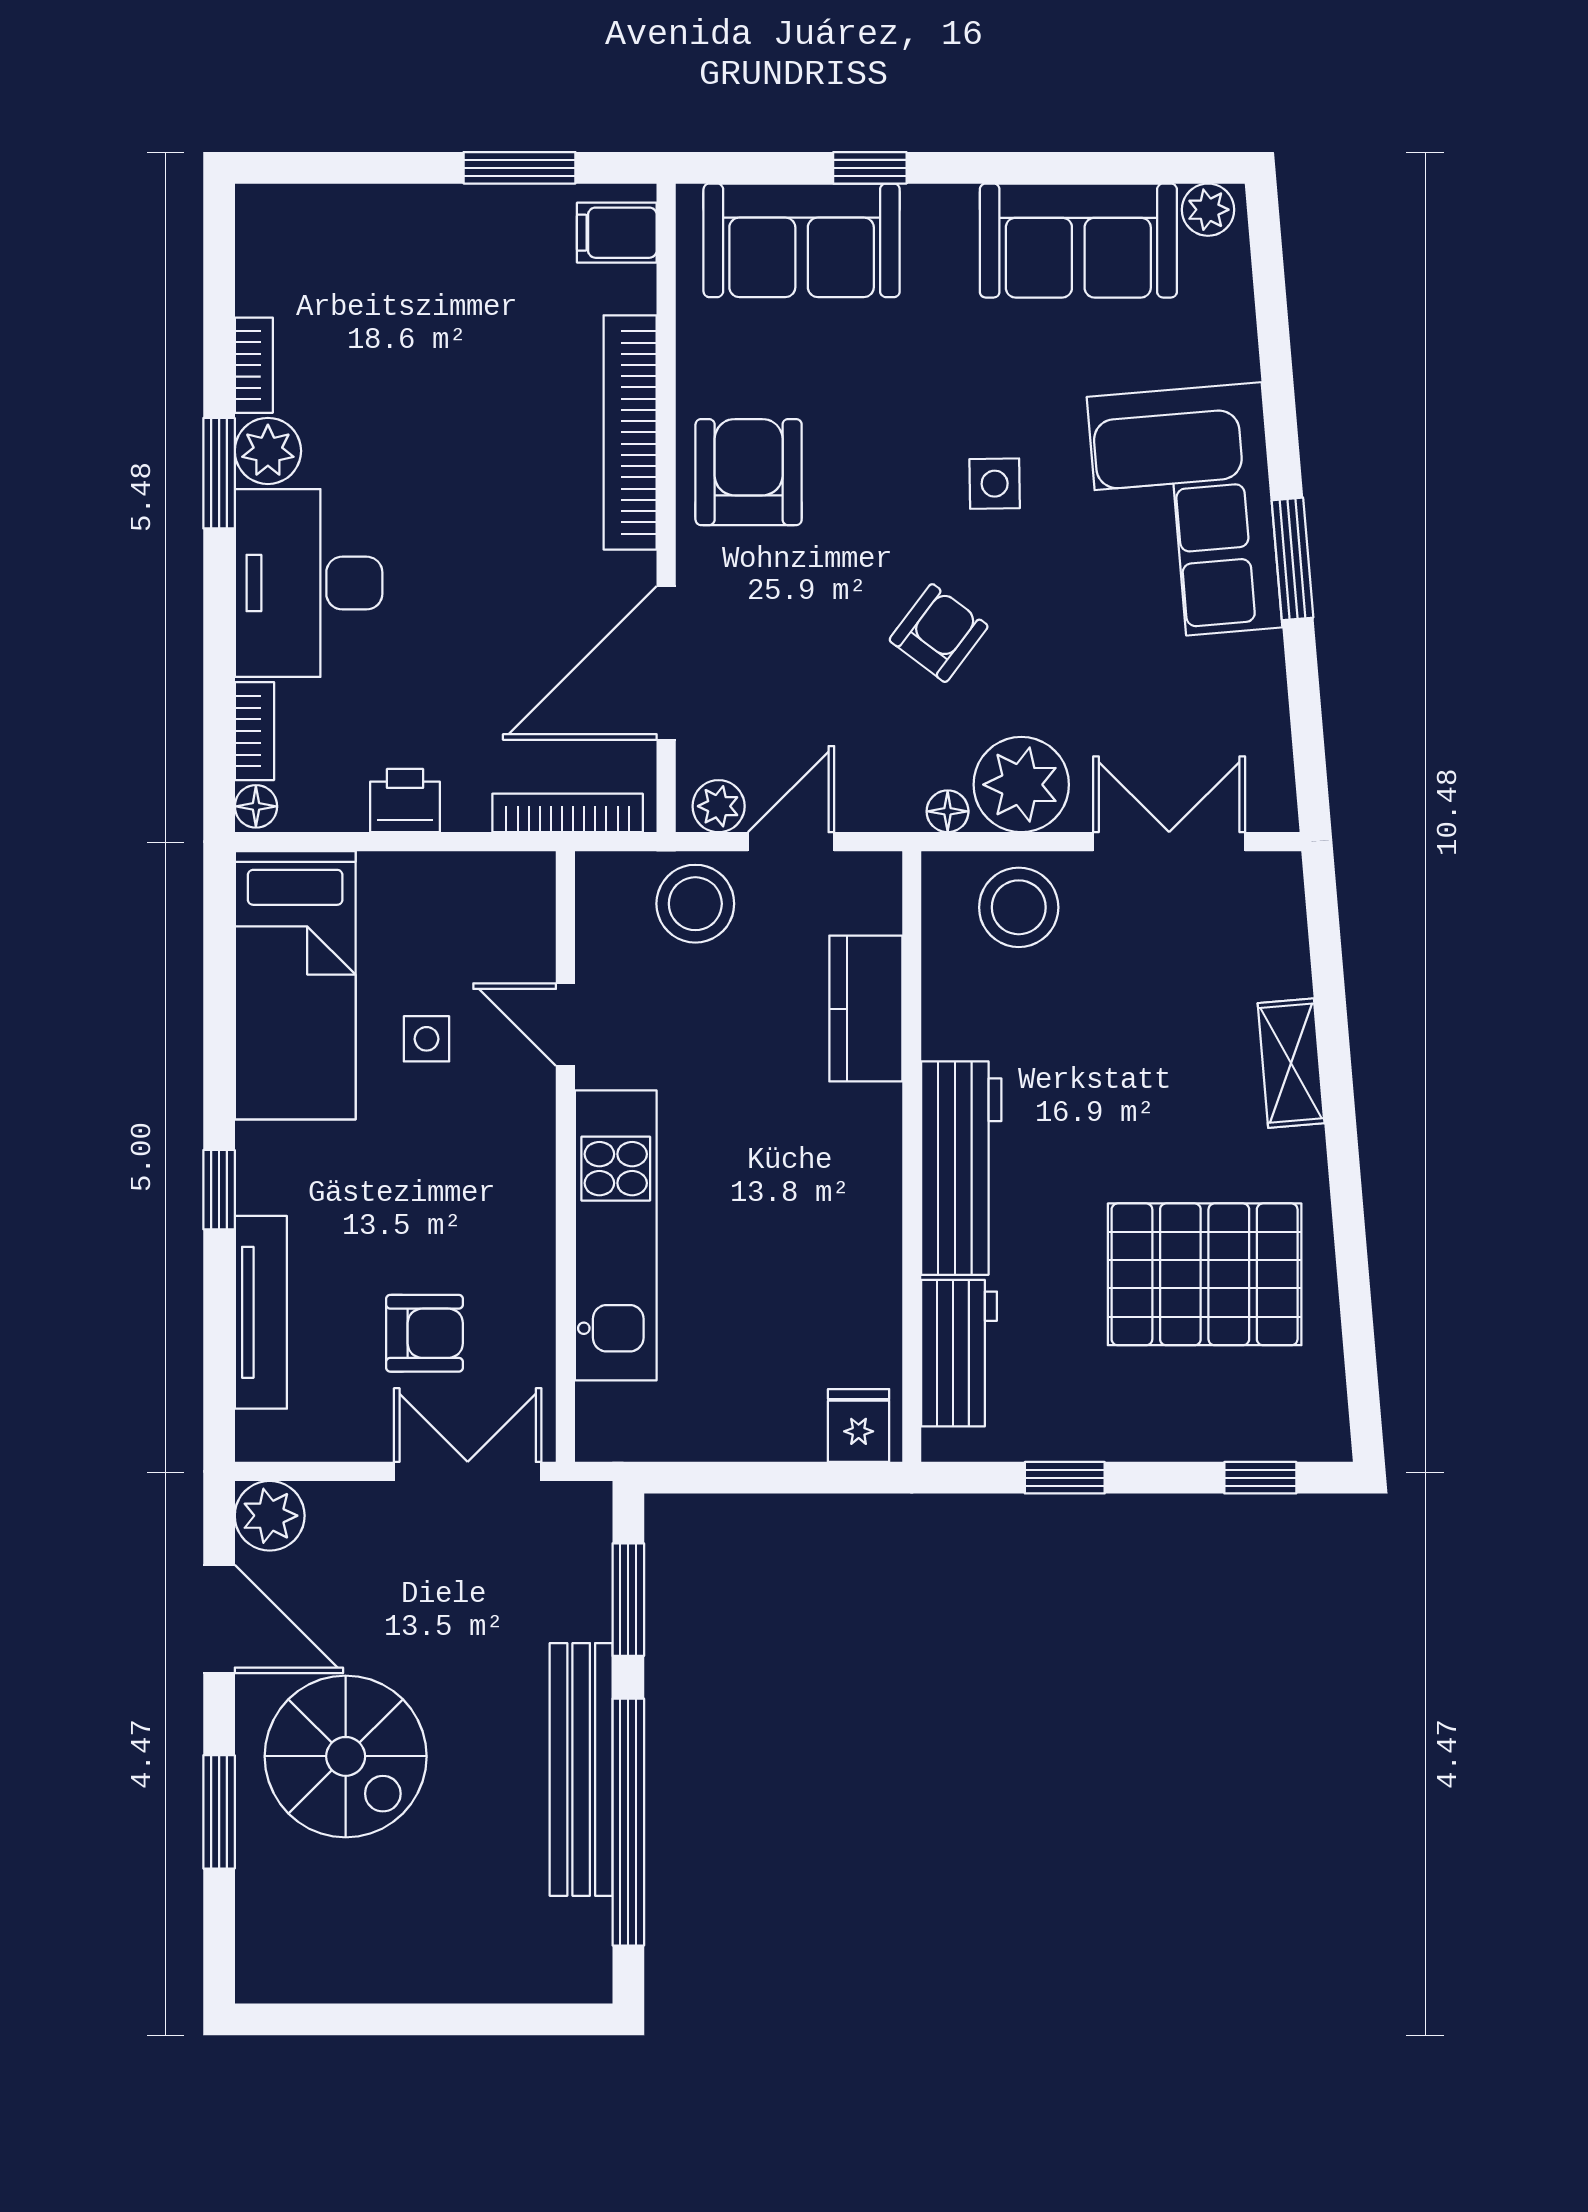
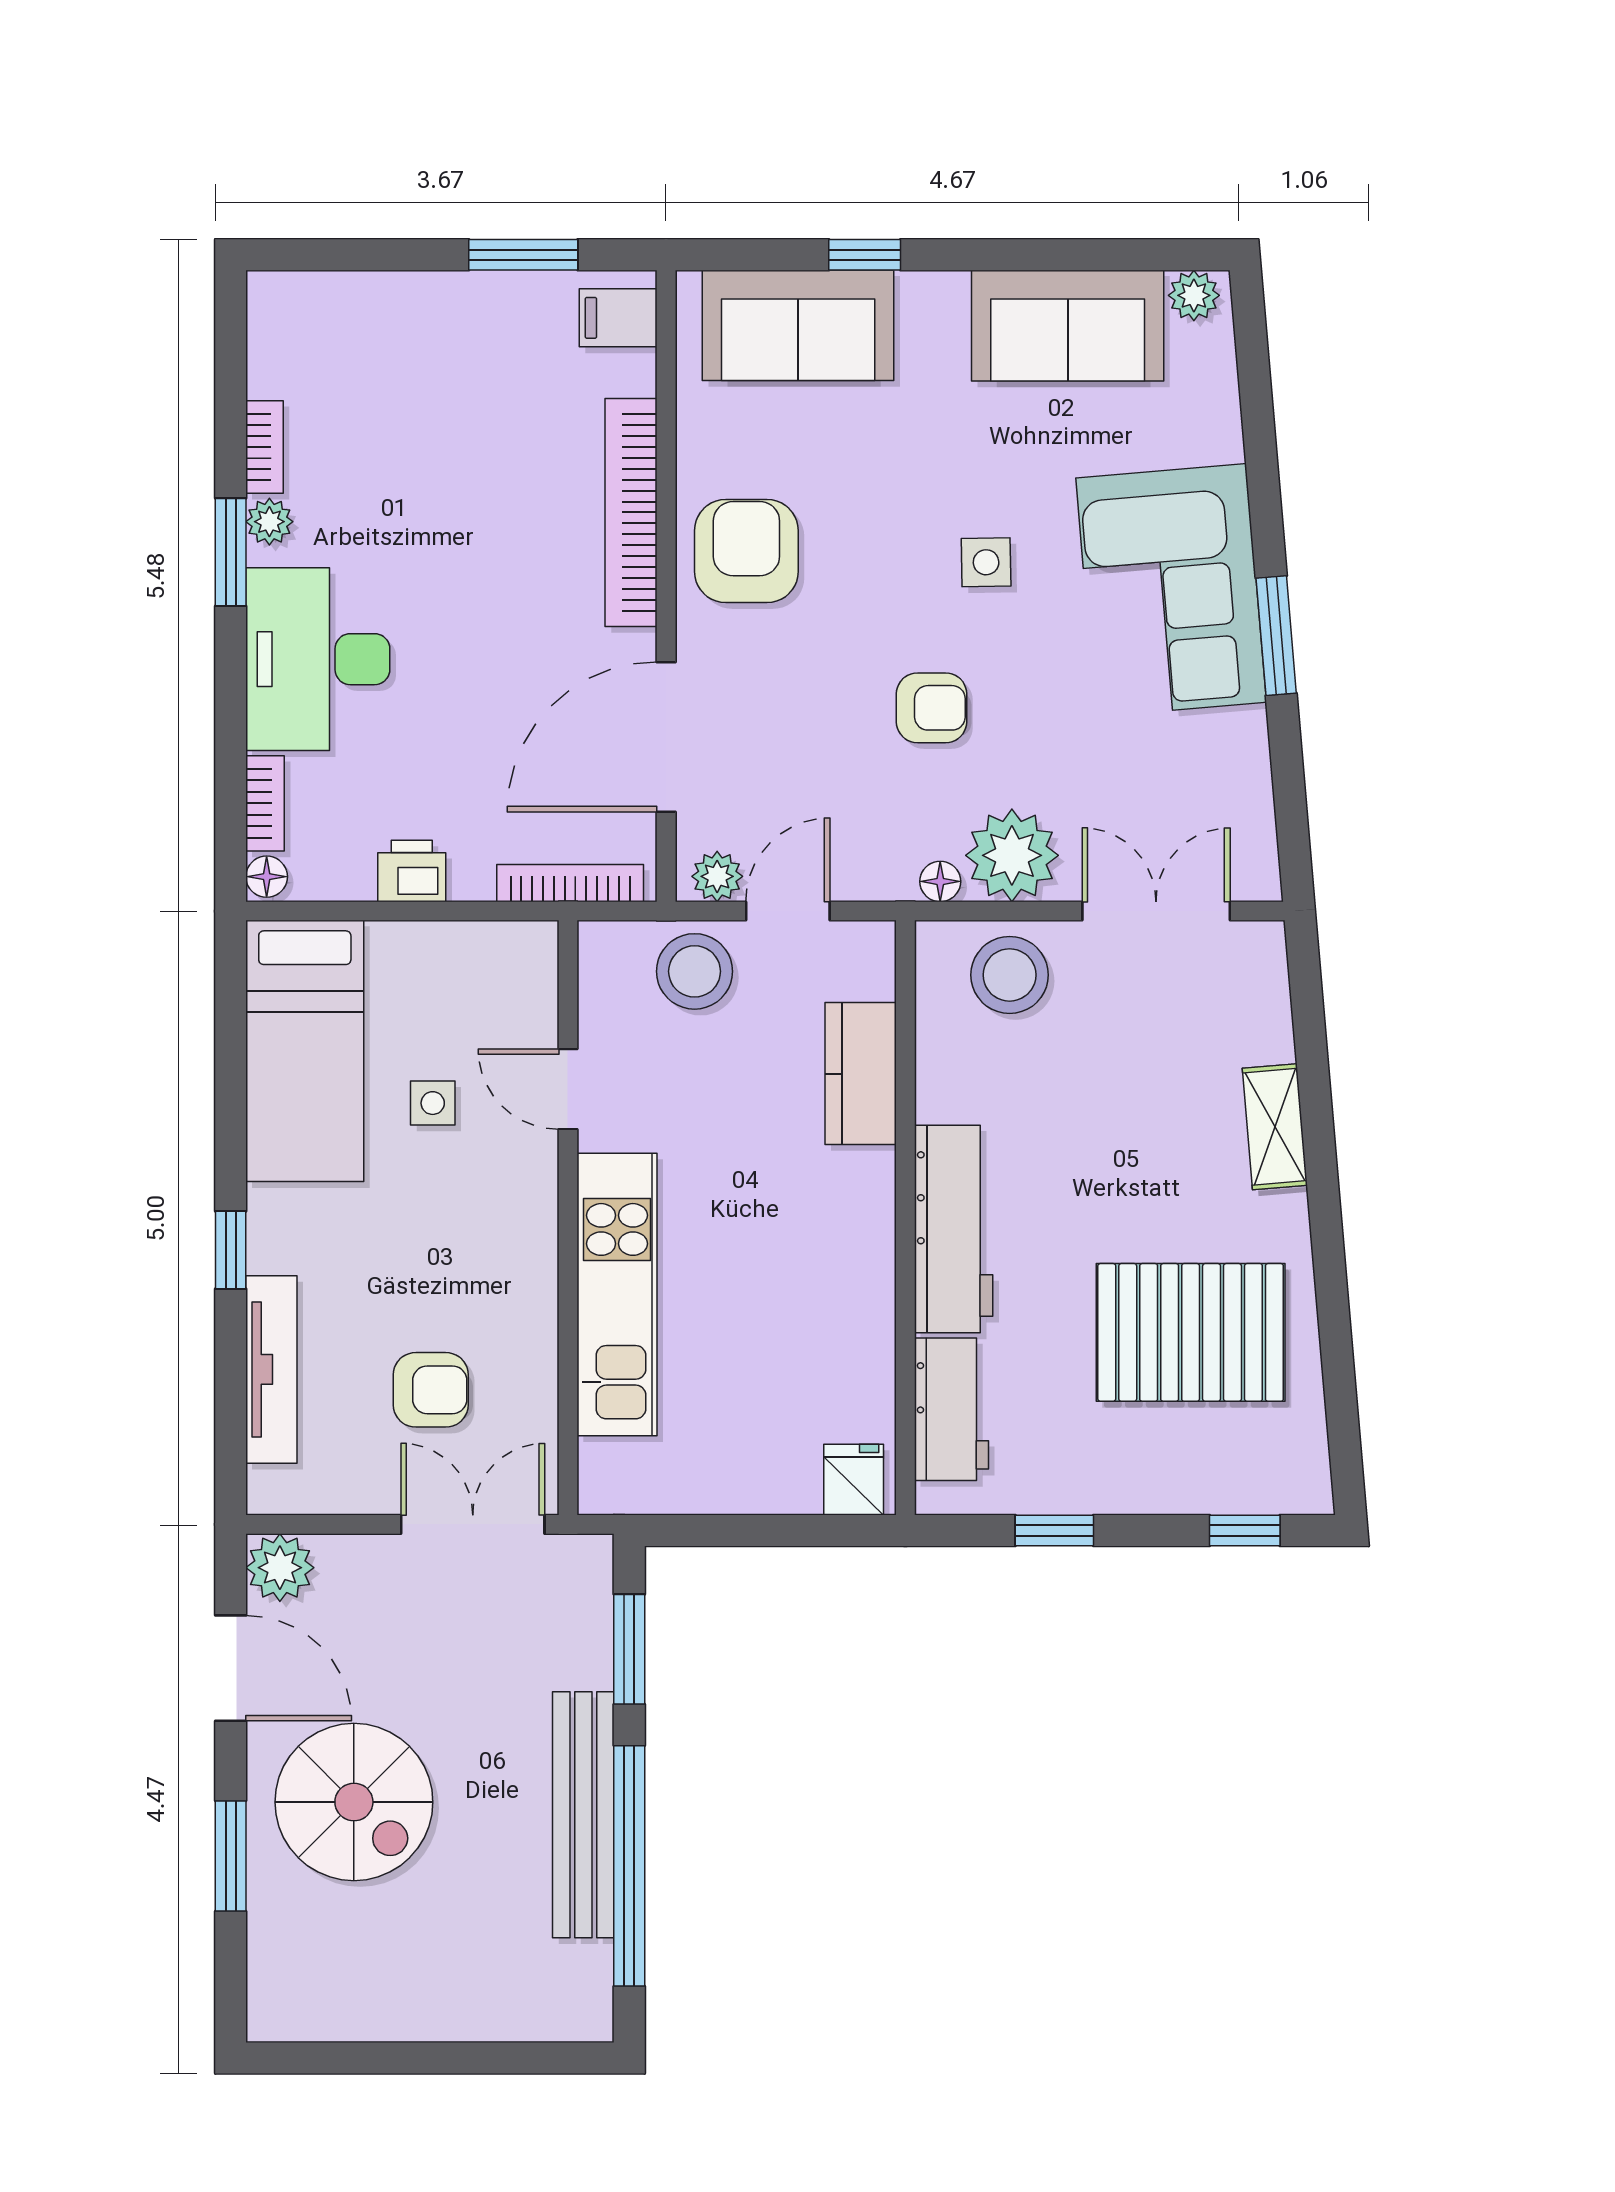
plant: (268, 451) -> (269, 522), width x0.73, depth x0.73
armchair: (939, 633) -> (932, 708), turned 53

